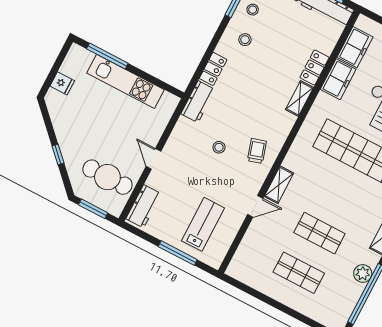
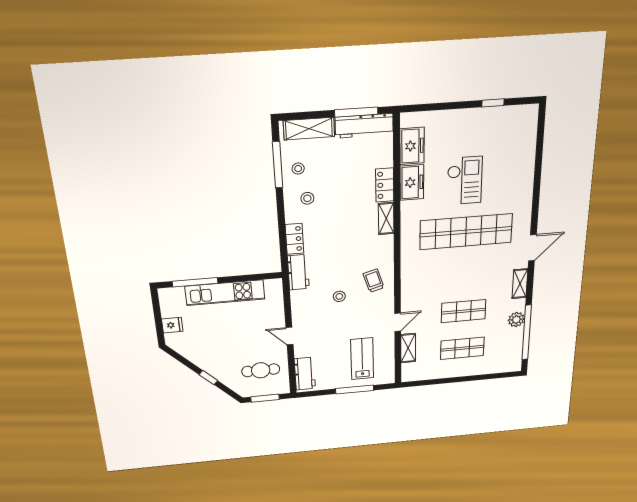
cafe table: (107, 177) -> (261, 370), width x0.73, depth x0.74
shelving: (279, 185) -> (408, 348), moved

